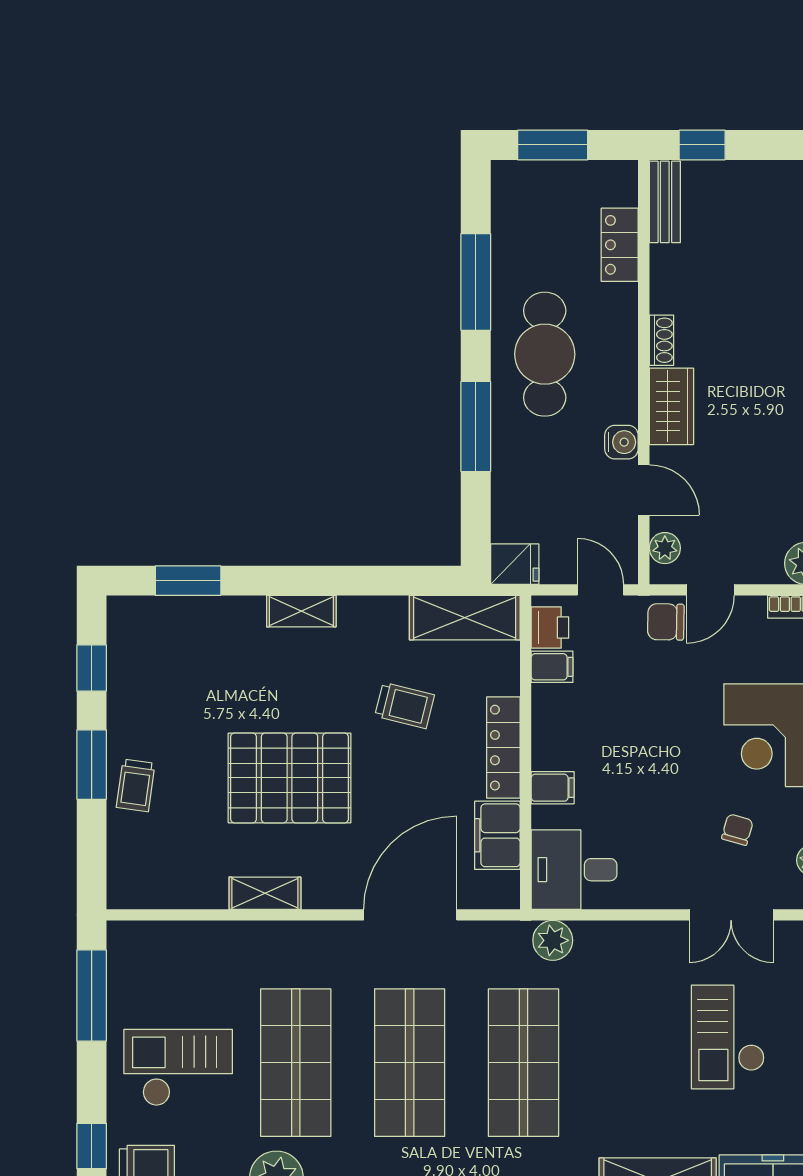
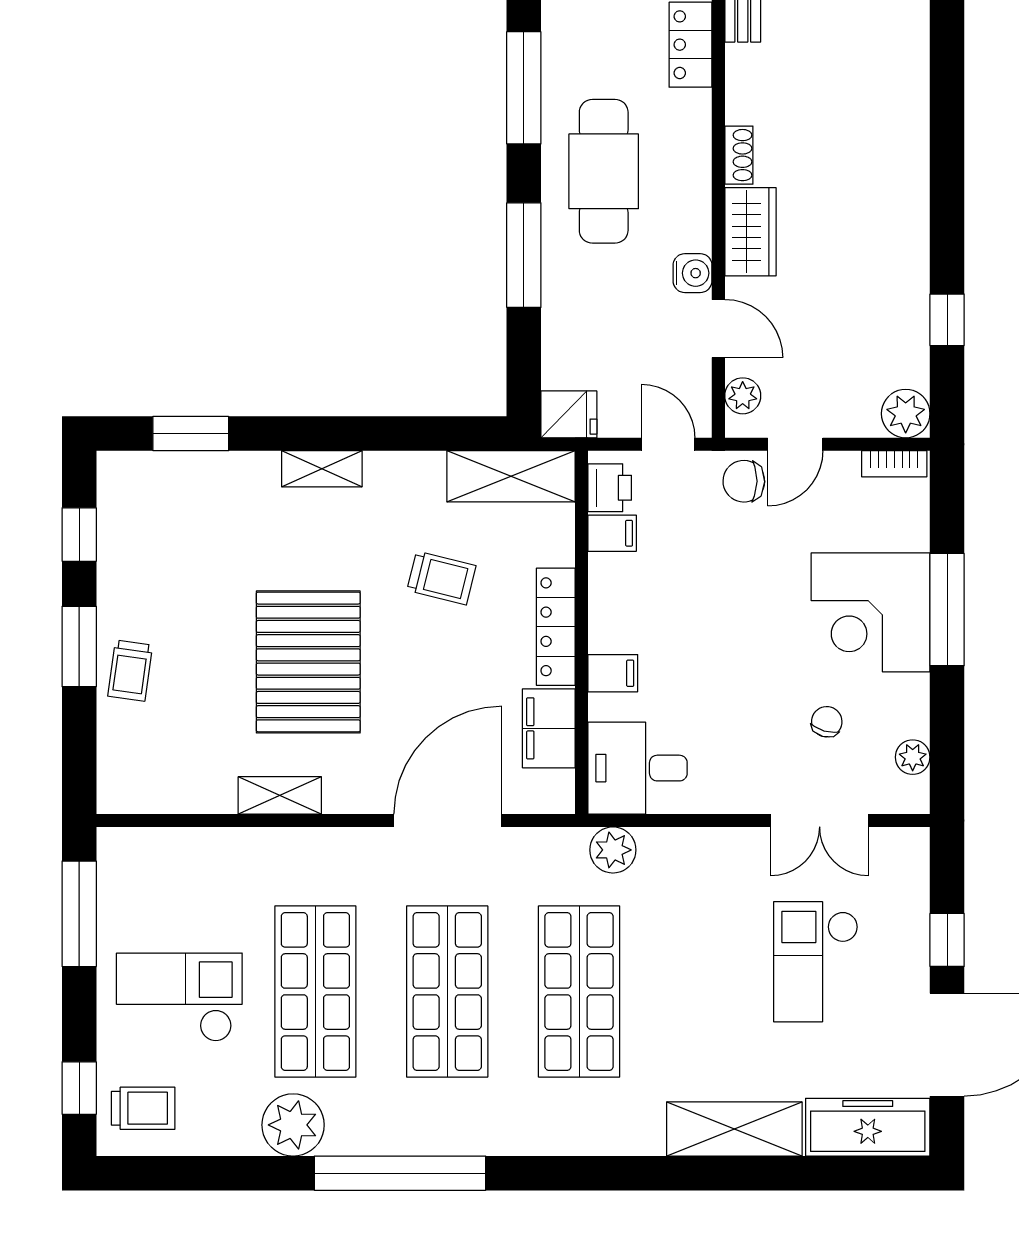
pallet: (290, 778) -> (308, 662), turned 90

